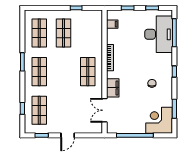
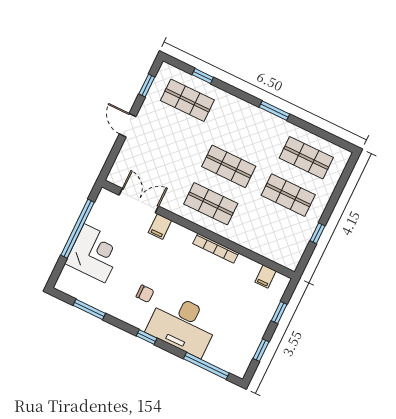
desk: (159, 34) -> (183, 325), moved
shop shelf: (39, 72) -> (229, 166), moved
filing cabinet: (113, 88) -> (160, 227), width x0.50
corner desk: (159, 120) -> (94, 253), moved

